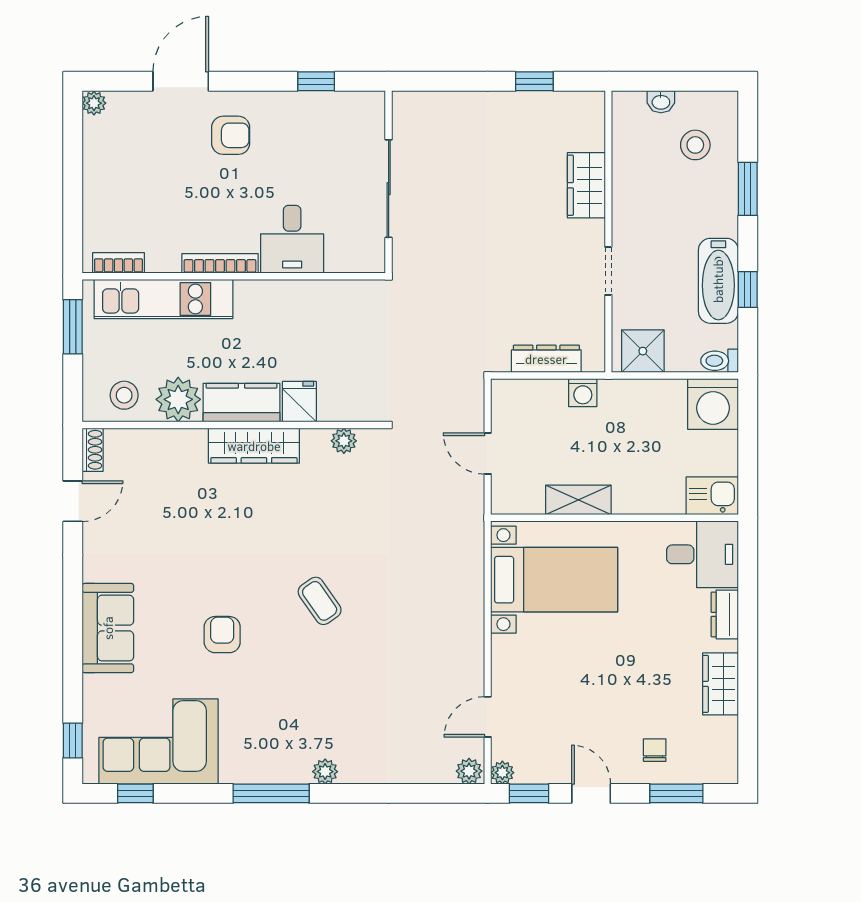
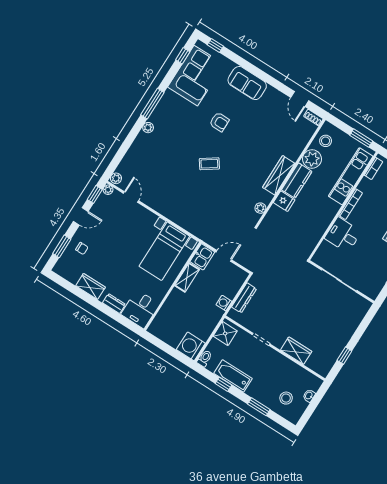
kitchen sink: (712, 496) -> (202, 257), moved

